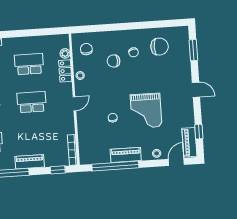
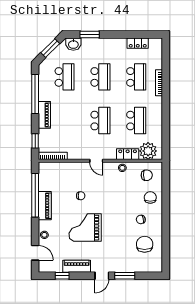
chair: (160, 47) -> (145, 244), turned 180
window: (193, 50) -> (125, 276), moved
plant: (65, 53) -> (148, 151), width x1.88, depth x1.88
chair: (114, 61) -> (150, 197), moved
piano: (189, 142) -> (77, 266), moved

